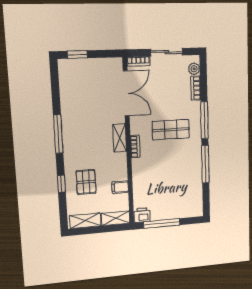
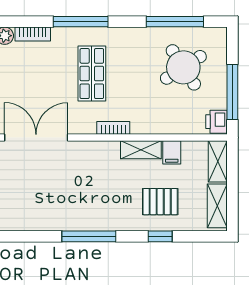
shelving: (120, 138) -> (141, 150), moved
window: (205, 164) -> (175, 22), moved
round table: (177, 190) -> (183, 67), added

